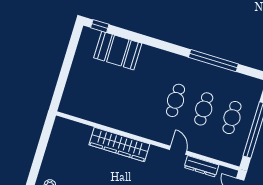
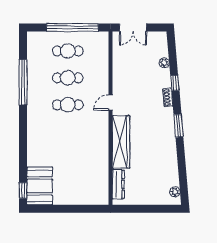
booth: (118, 51) -> (40, 186), moved
door: (178, 150) -> (111, 102), moved
dresser: (201, 166) -> (118, 184), moved

